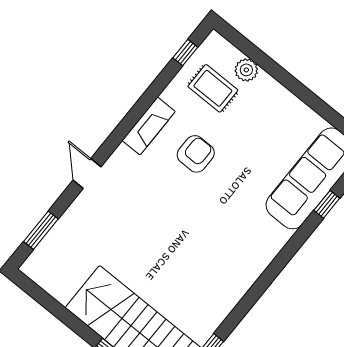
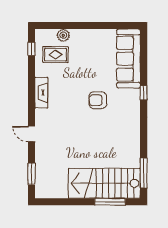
armchair: (196, 154) -> (98, 100), moved, turned -90
window: (327, 204) -> (144, 93), moved

